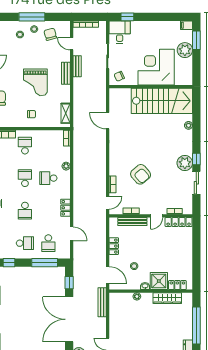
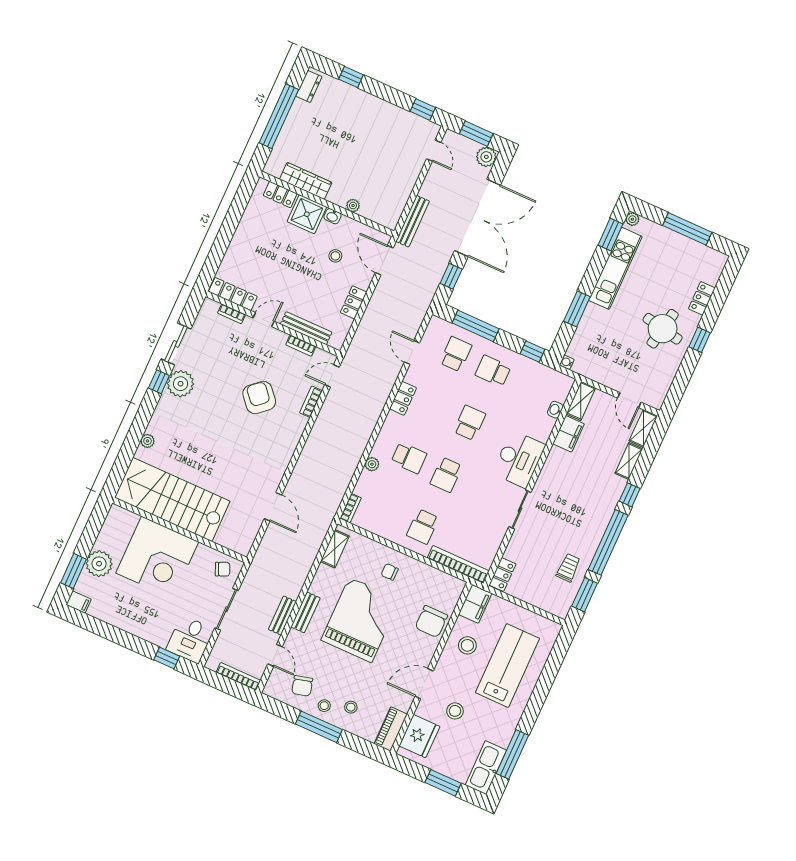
grand piano: (35, 82) -> (360, 620), width x1.37, depth x1.48

